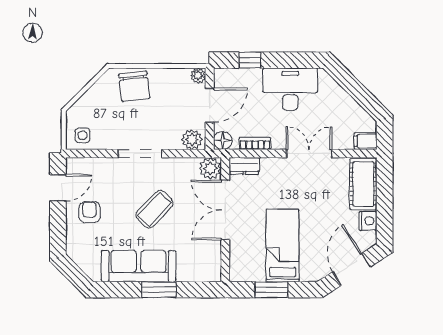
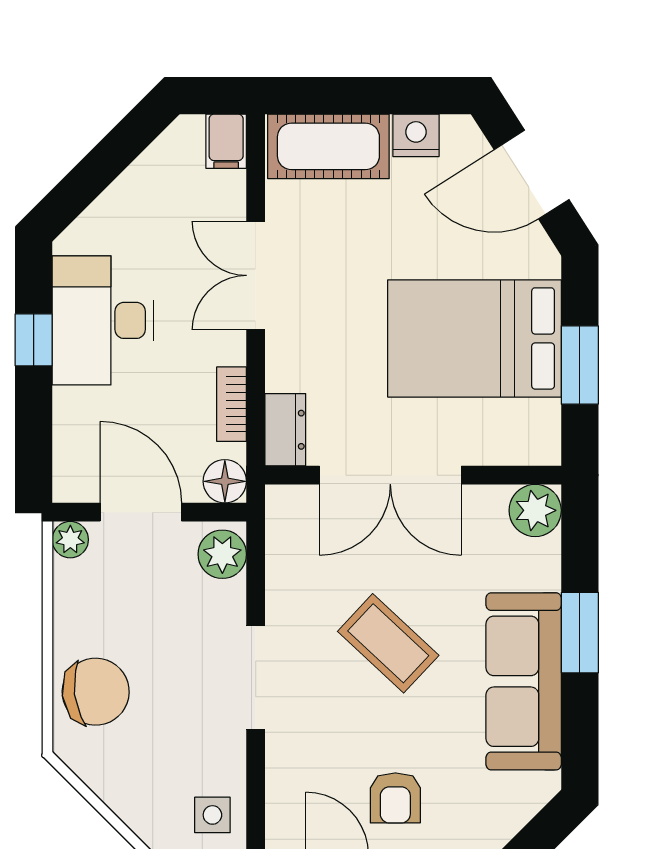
window: (250, 60) -> (34, 340), moved
plant: (210, 168) -> (535, 510), moved
armchair: (90, 212) -> (395, 798), turned -90
bed: (283, 245) -> (474, 338), width x1.50

